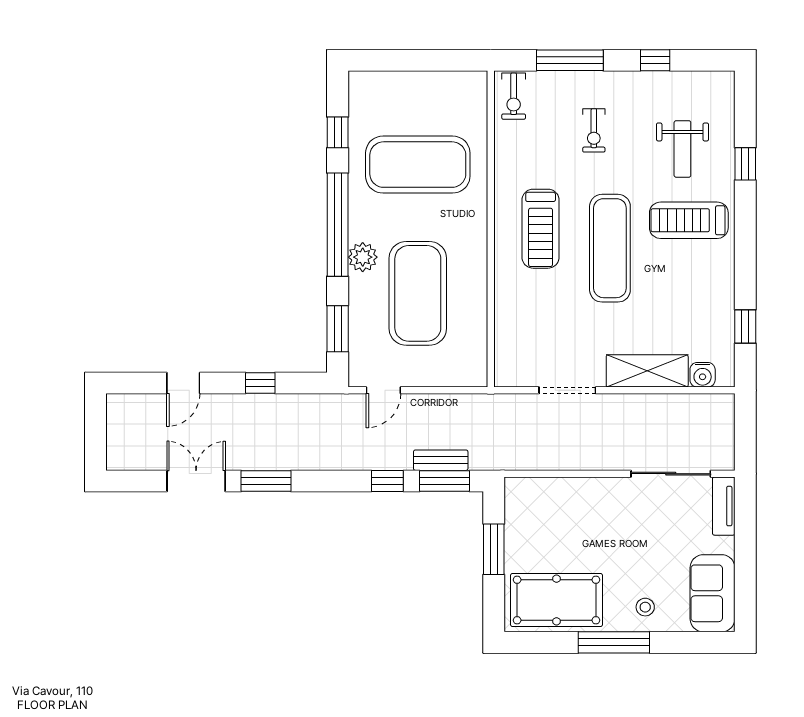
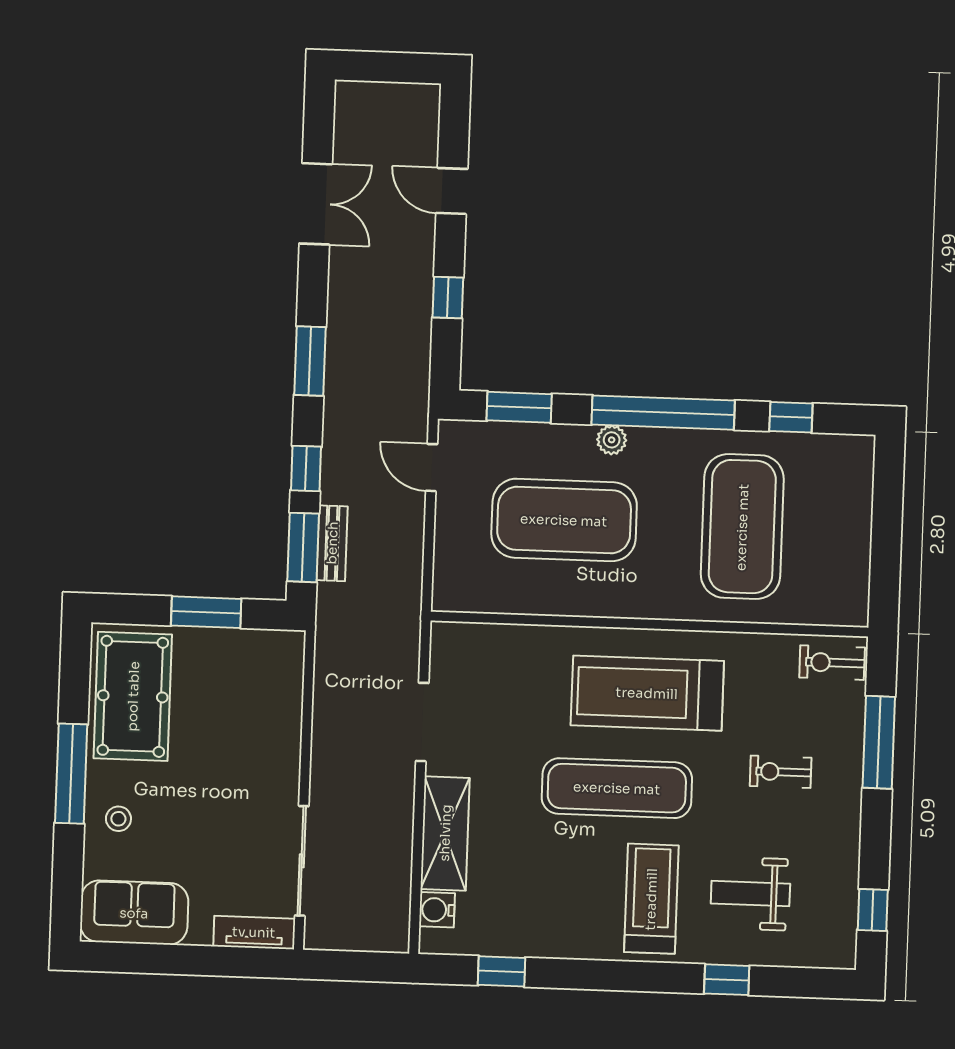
window: (655, 60) -> (873, 910), moved
treadmill: (541, 229) -> (647, 693), width x1.37, depth x1.38
plant: (363, 257) -> (612, 440), width x0.73, depth x0.73
window: (266, 481) -> (310, 361), moved

